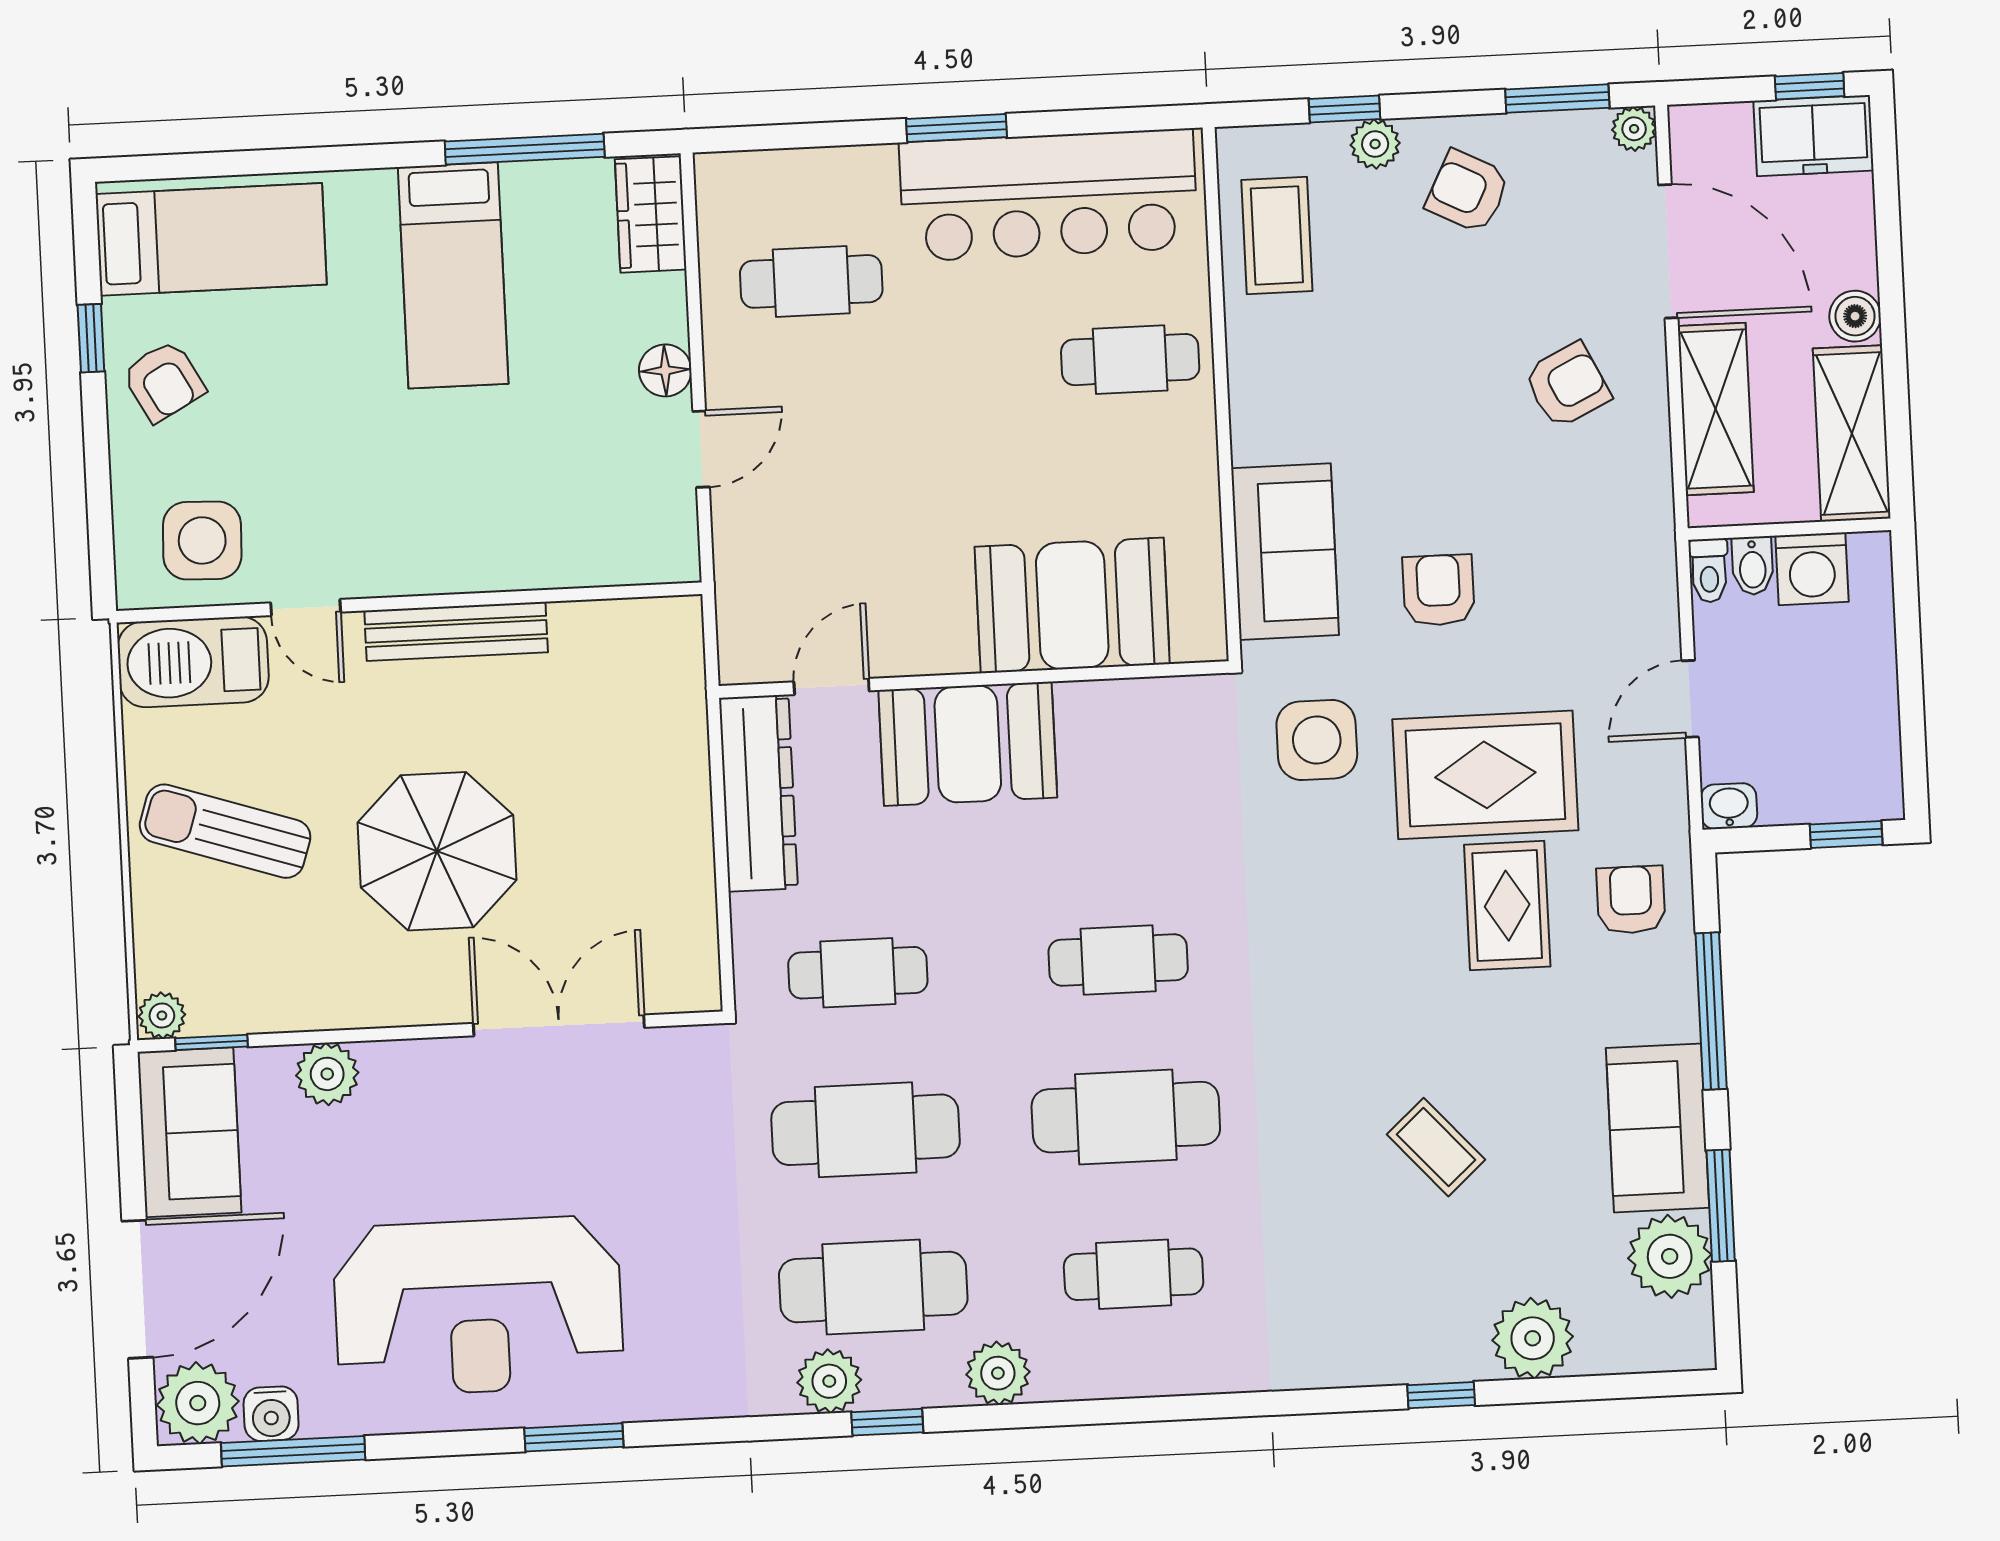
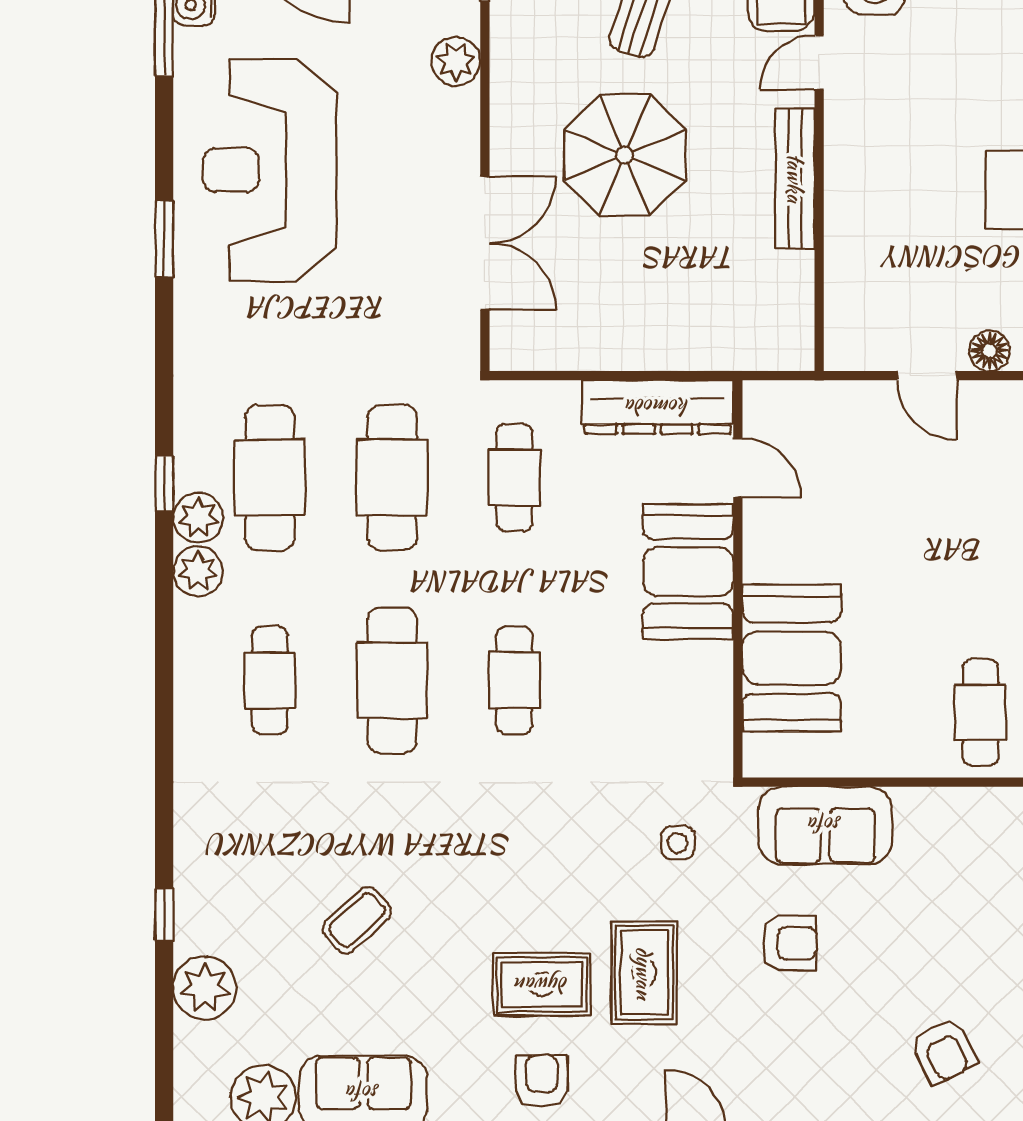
side table: (1317, 740) -> (678, 843), width x0.54, depth x0.54
rug: (1485, 775) -> (644, 973), width x0.73, depth x0.70
armchair: (1631, 900) -> (542, 1081), turned -90
plant: (829, 1381) -> (198, 518), moved

